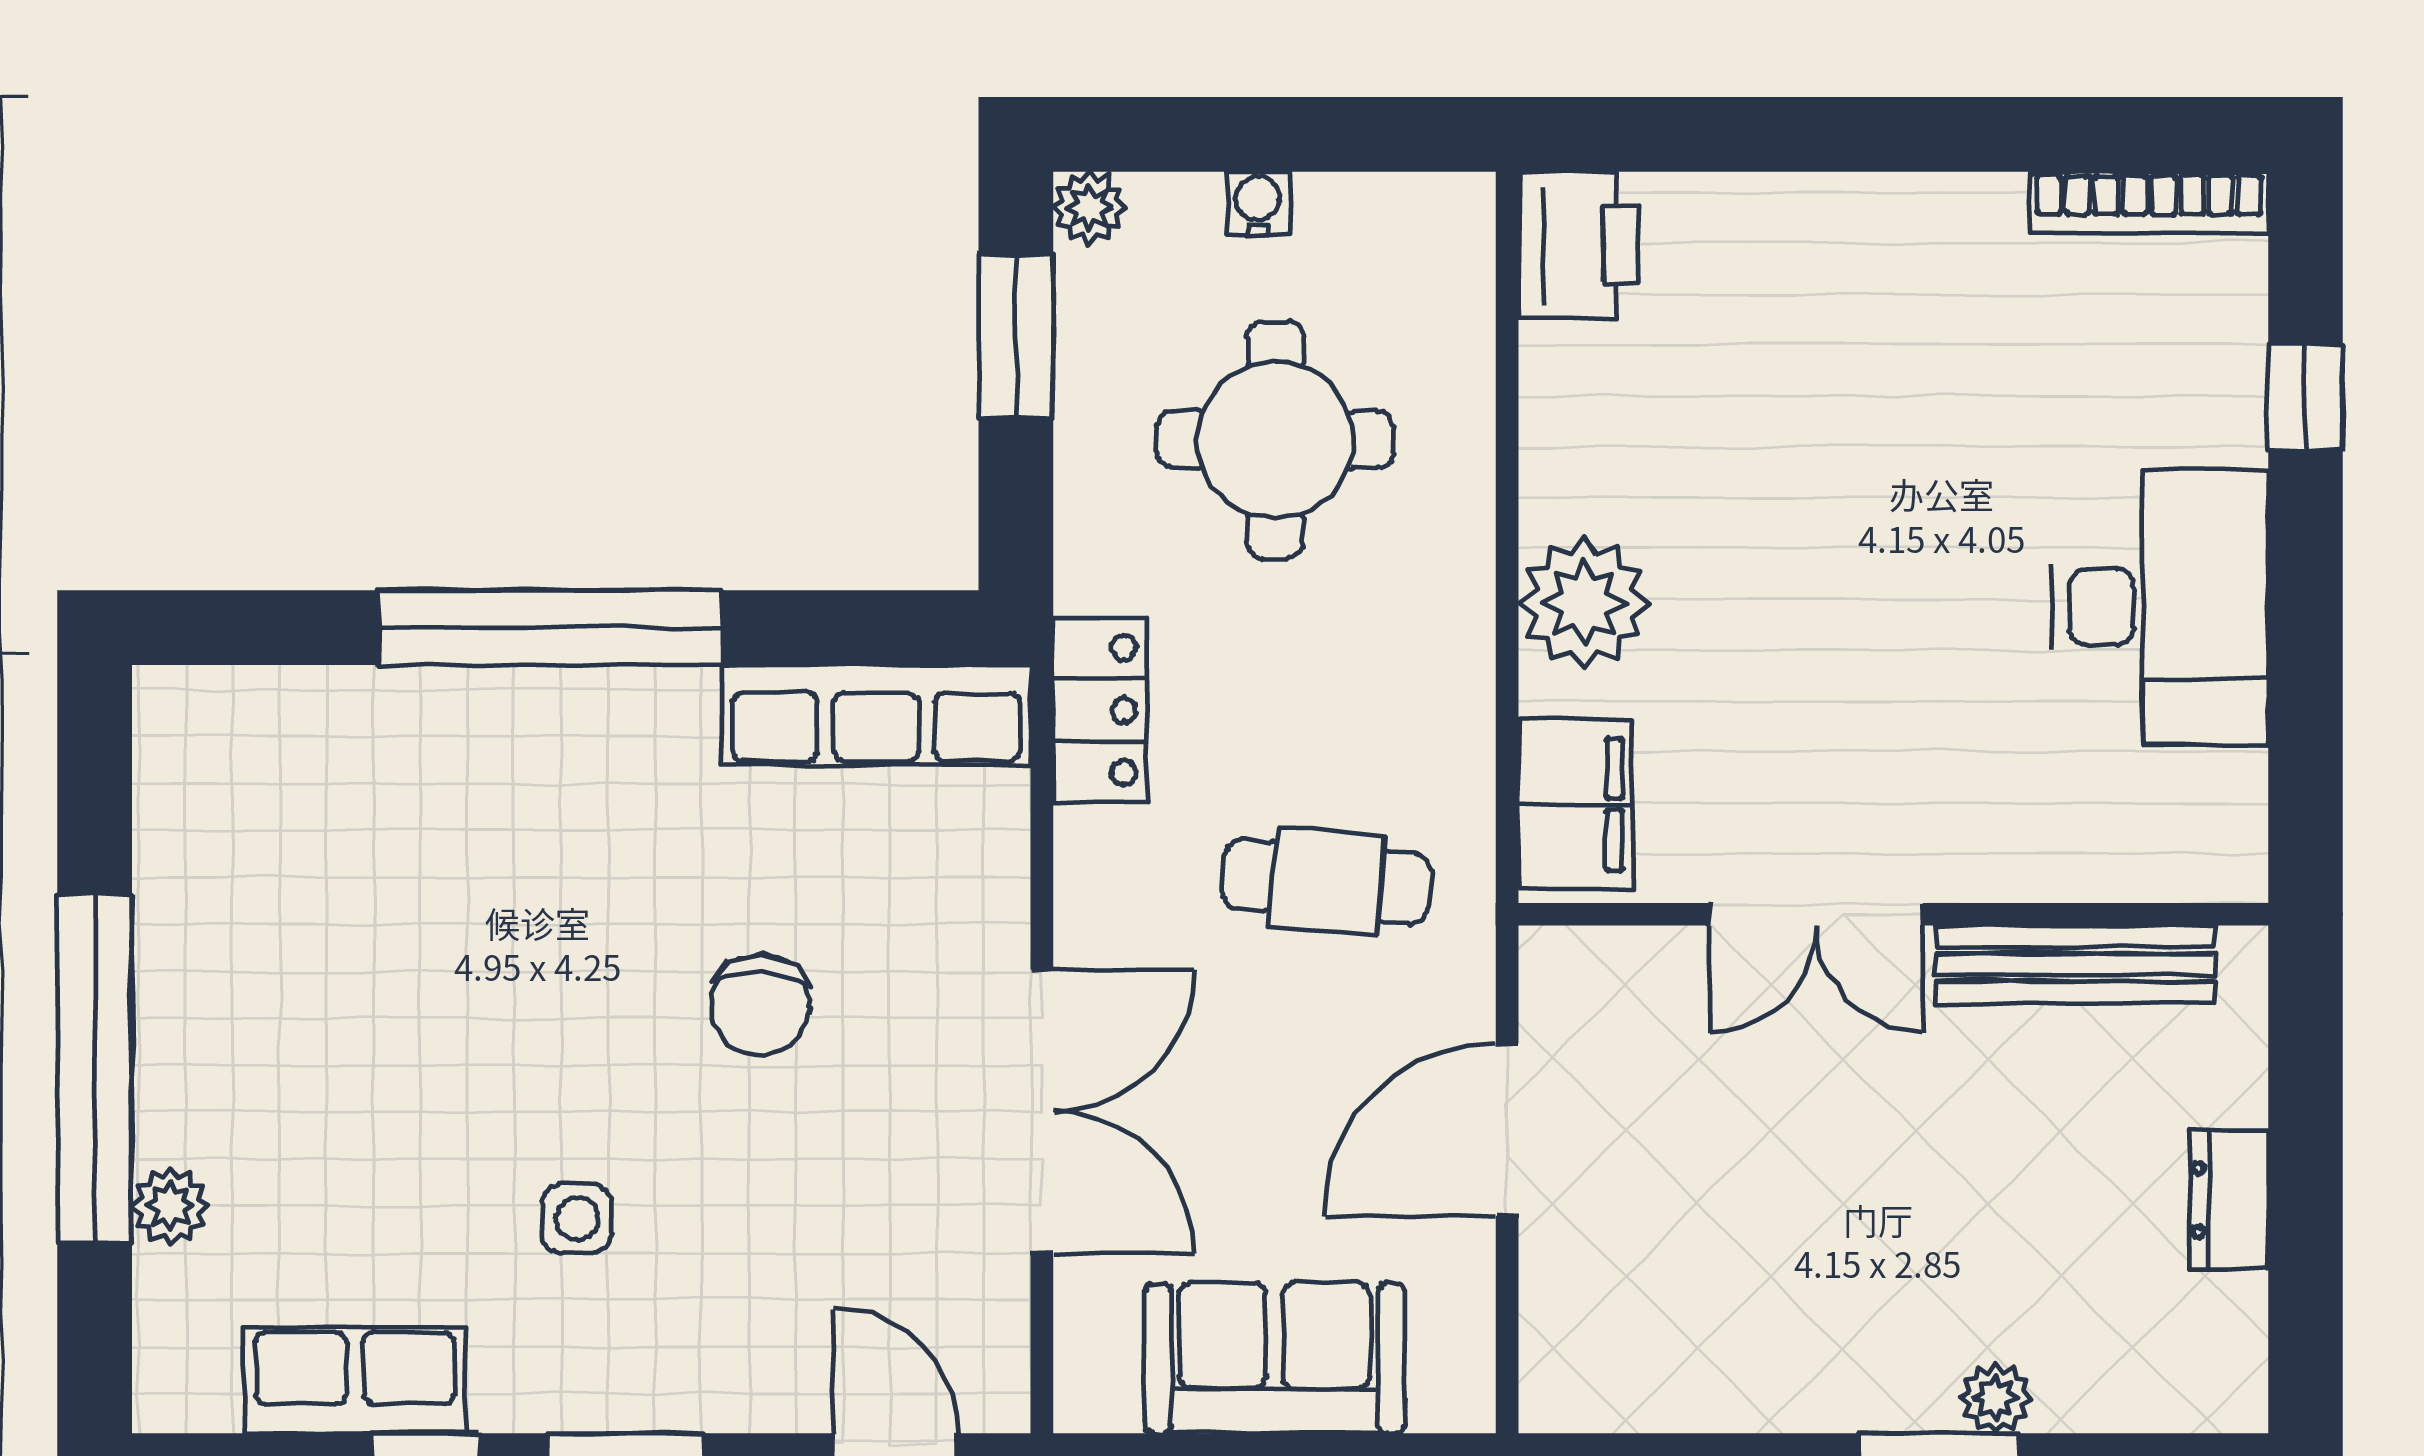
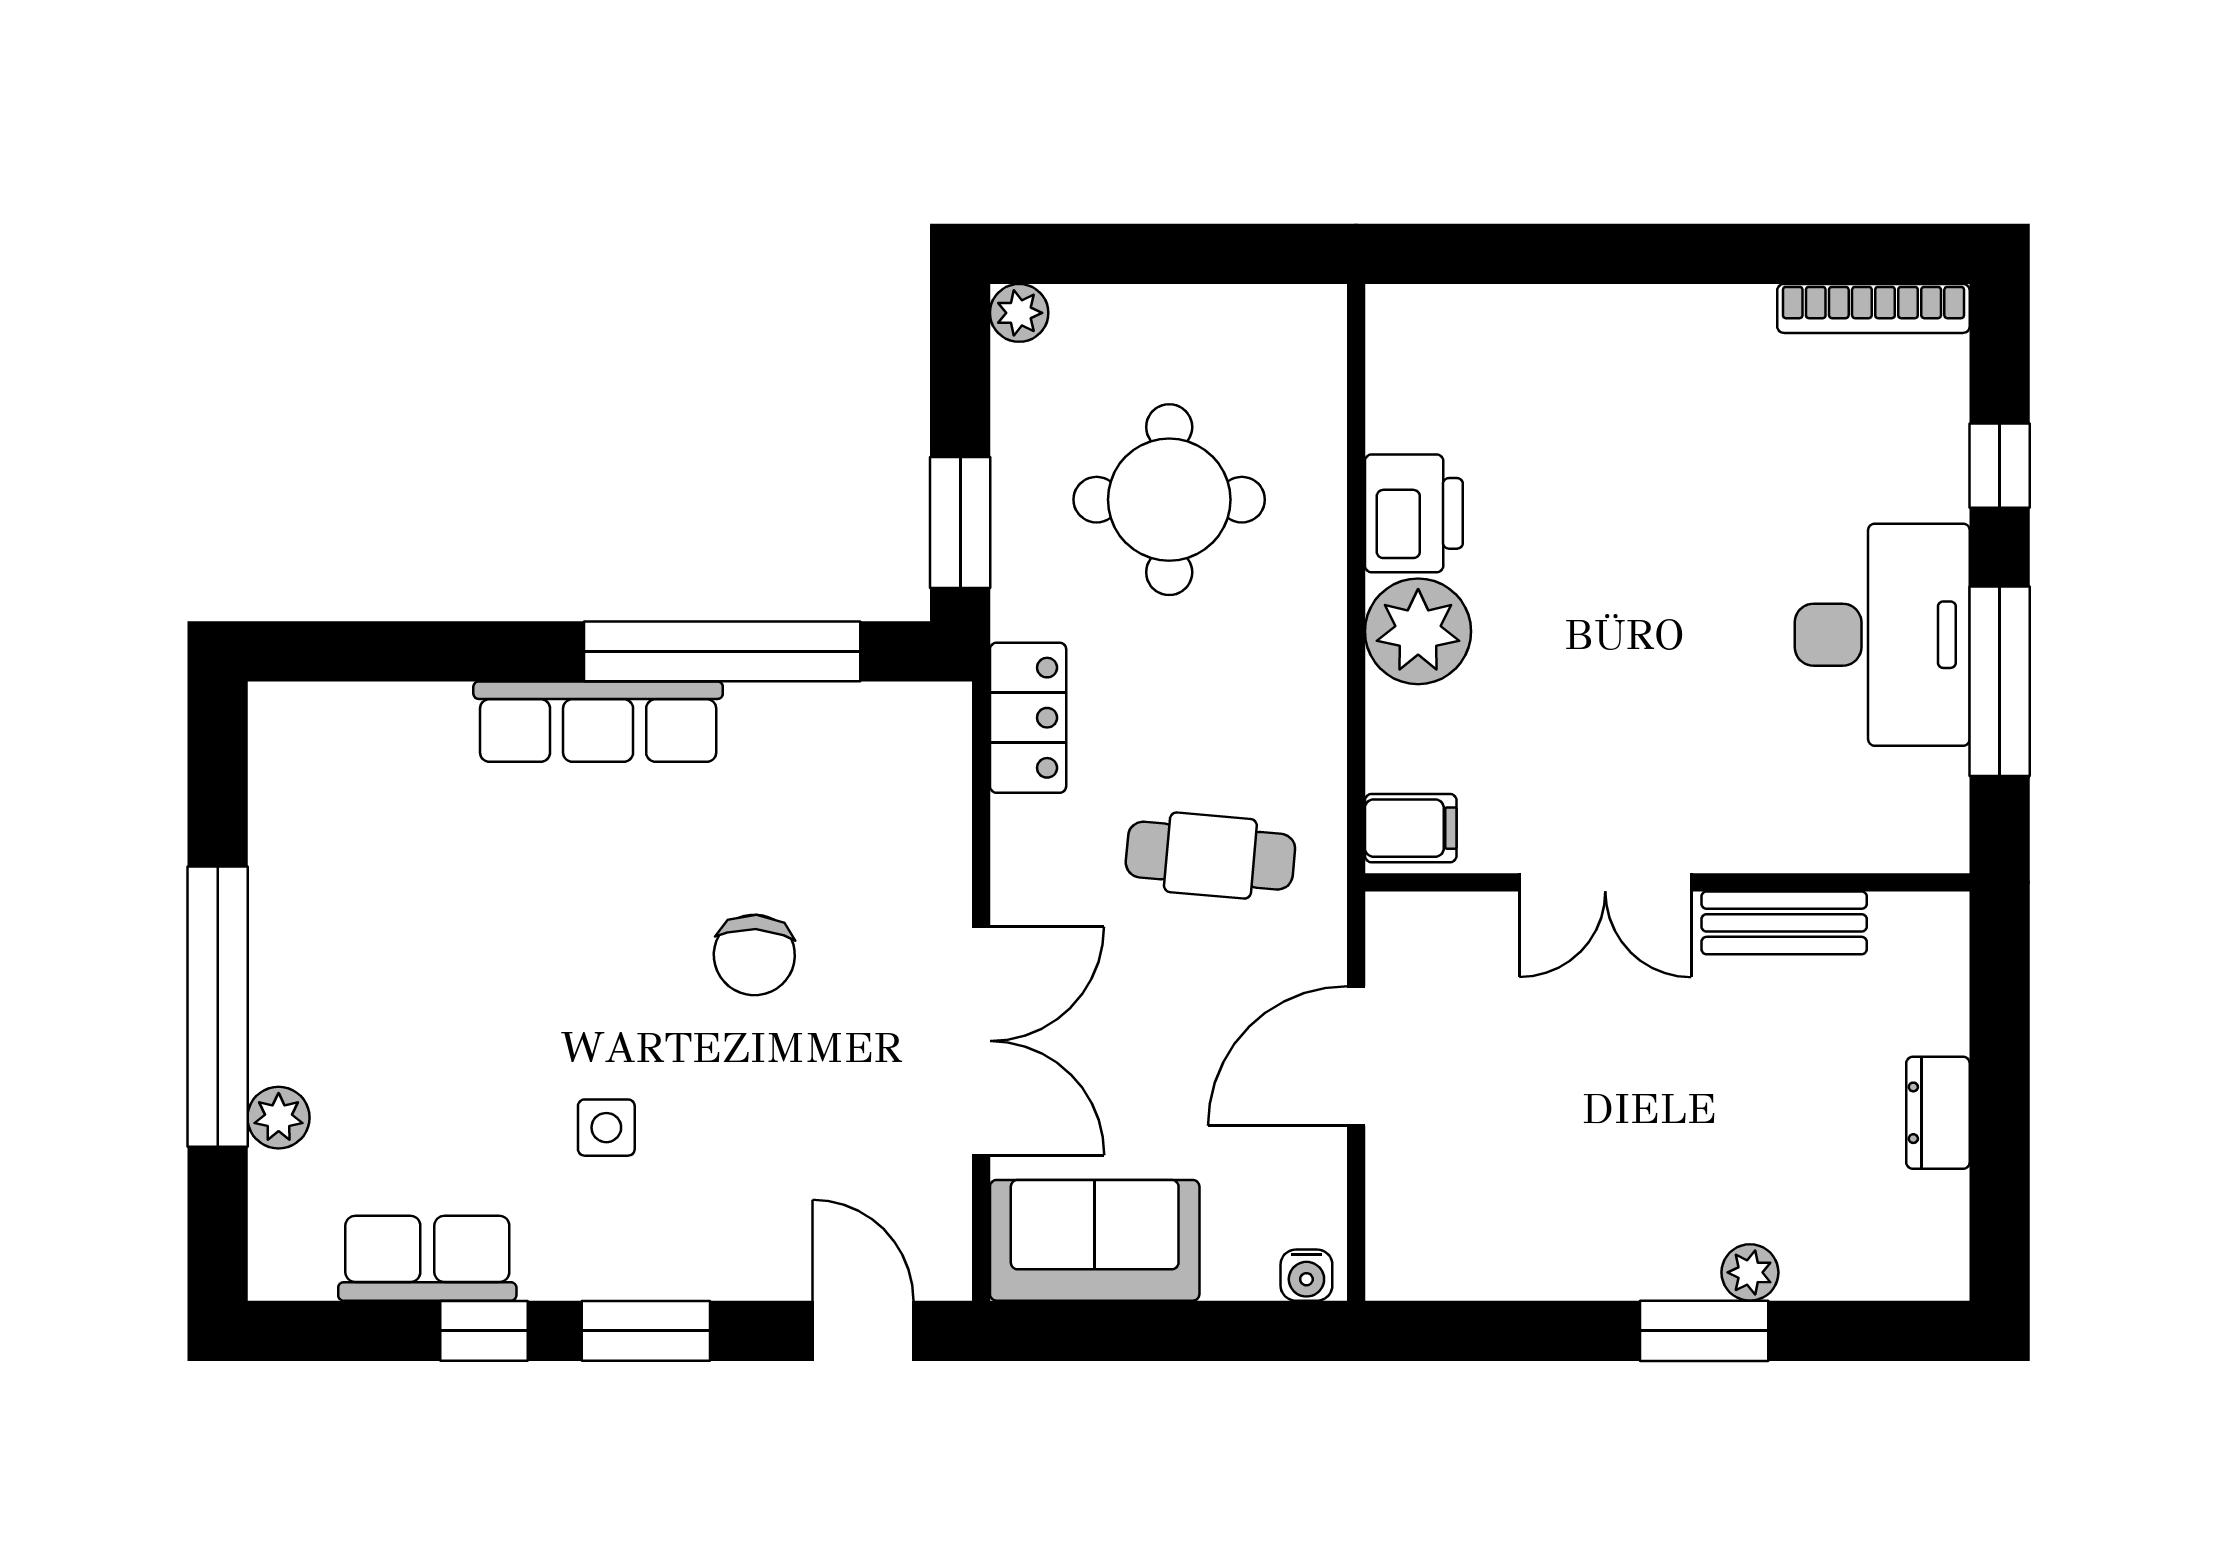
water cooler: (1258, 204) -> (1306, 1275), moved, turned 180
printer: (1579, 245) -> (1414, 513), moved
window: (1016, 336) -> (960, 523), moved
window: (550, 628) -> (722, 651), moved
window: (2305, 665) -> (2000, 681), added
row of seats: (876, 715) -> (598, 722), moved
filing cabinet: (1575, 804) -> (1411, 828), width x0.50
bench: (2075, 964) -> (1784, 923), width x0.73
sofa: (1275, 1358) -> (1095, 1240), moved

